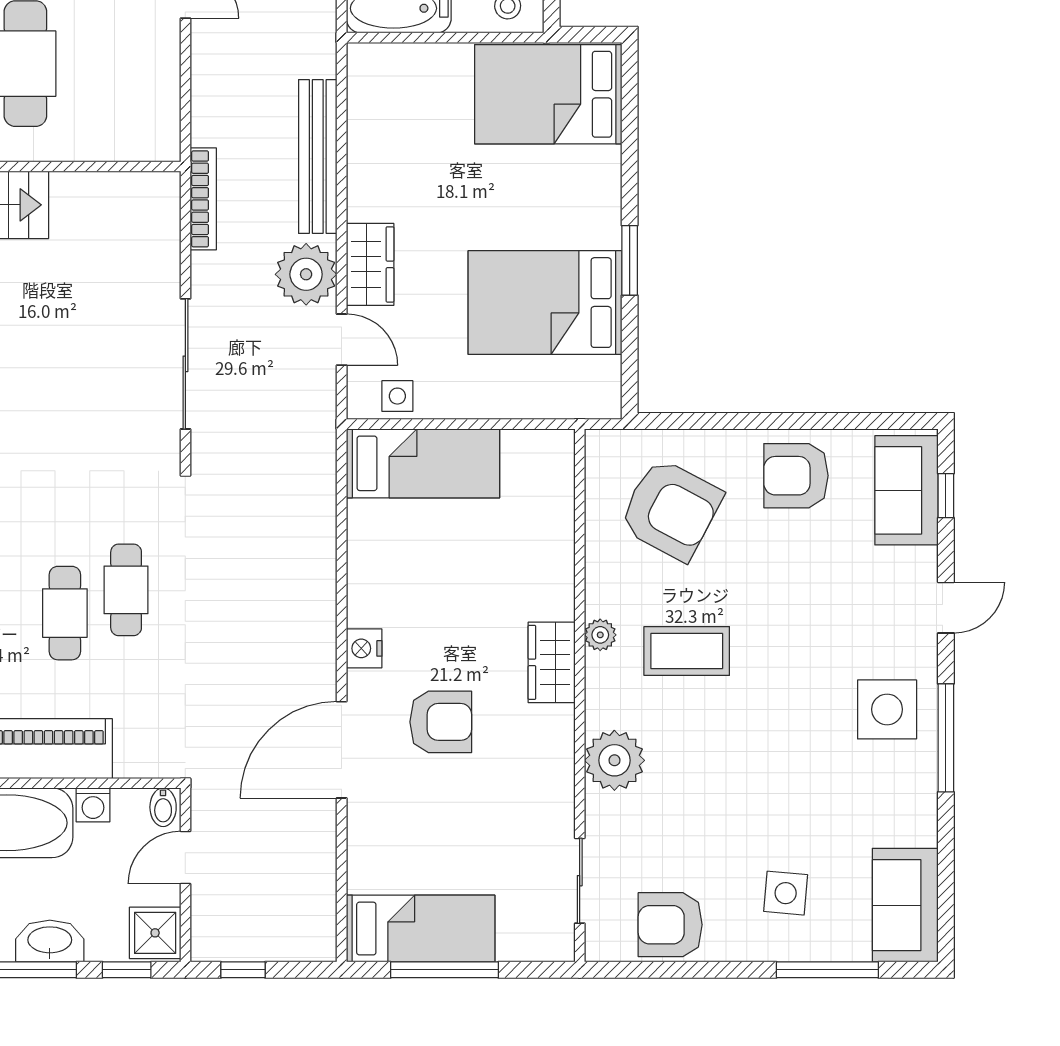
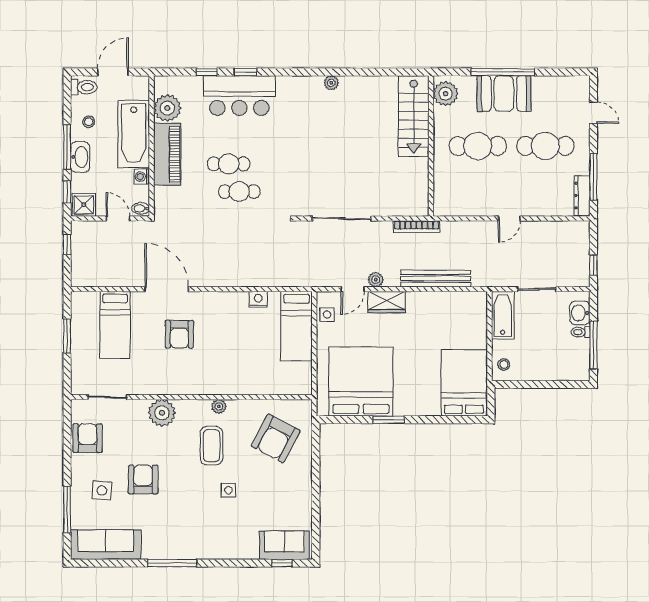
plant: (306, 274) -> (376, 280), width x0.53, depth x0.53
bed: (545, 303) -> (361, 381), width x1.36
armchair: (796, 476) -> (143, 480), moved
door: (946, 608) -> (231, 563), removed
nightstand: (364, 648) -> (258, 299), moved
wardrobe: (552, 662) -> (206, 384), removed
side table: (887, 709) -> (228, 490), moved, width x0.54, depth x0.54
sofa: (905, 905) -> (106, 545), width x1.36
bed: (421, 929) -> (115, 325), moved
window: (445, 970) -> (67, 336), width x0.69

